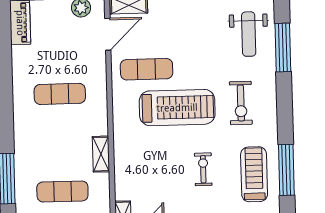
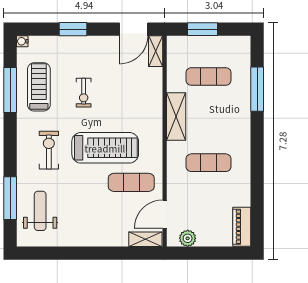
treadmill: (177, 108) -> (105, 148), turned 180
shelving: (101, 154) -> (176, 117), width x1.50, depth x1.33
treadmill: (254, 174) -> (39, 87), turned 180

